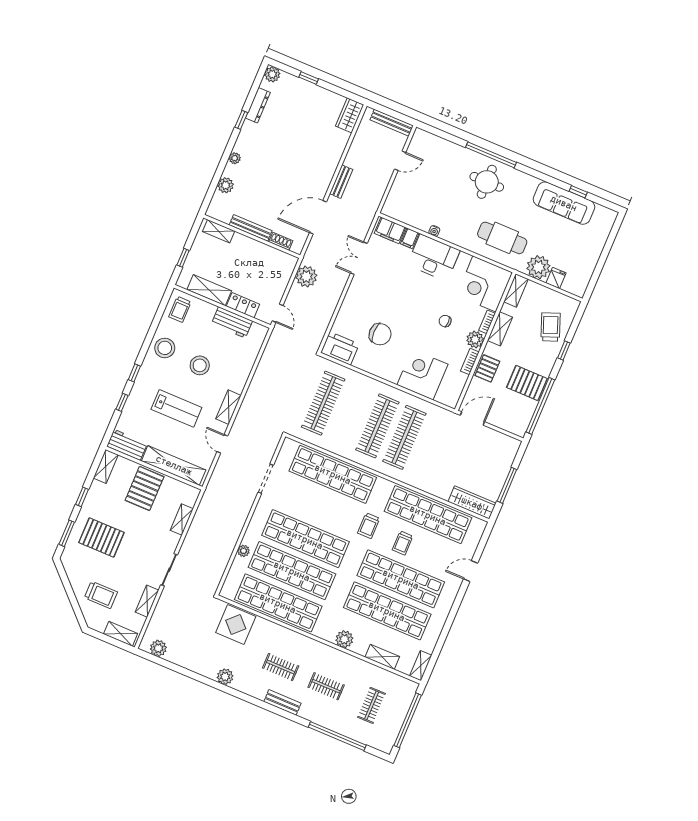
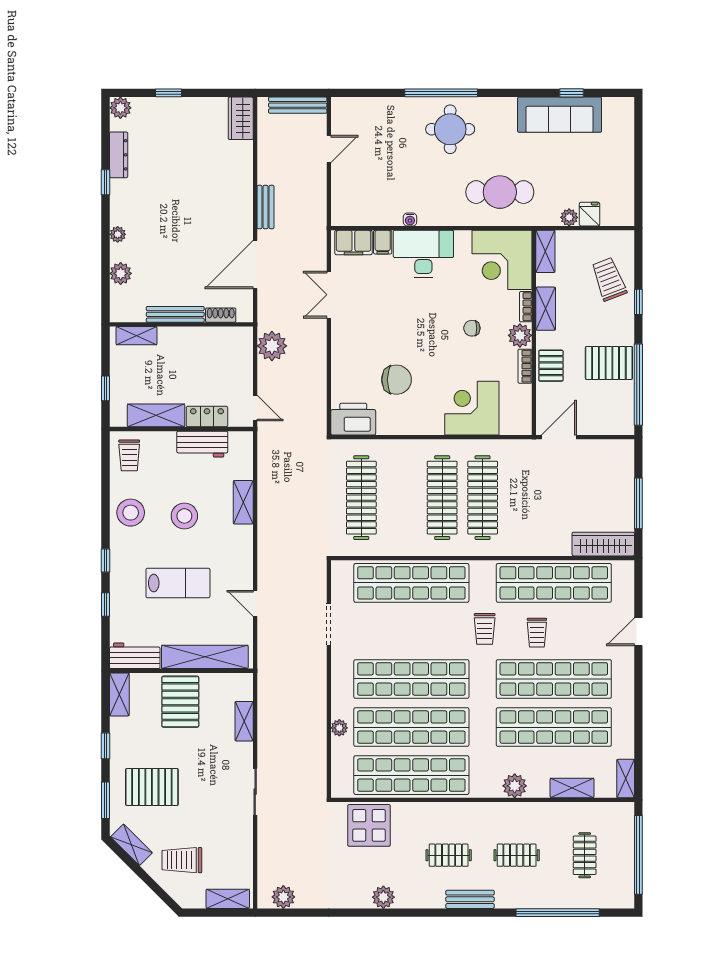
plant: (538, 267) -> (569, 217), width x0.53, depth x0.53
shelving: (228, 407) -> (243, 502), moved
trolley: (101, 595) -> (182, 860), turned 180
shelving: (147, 601) -> (131, 845), moved, turned -45

